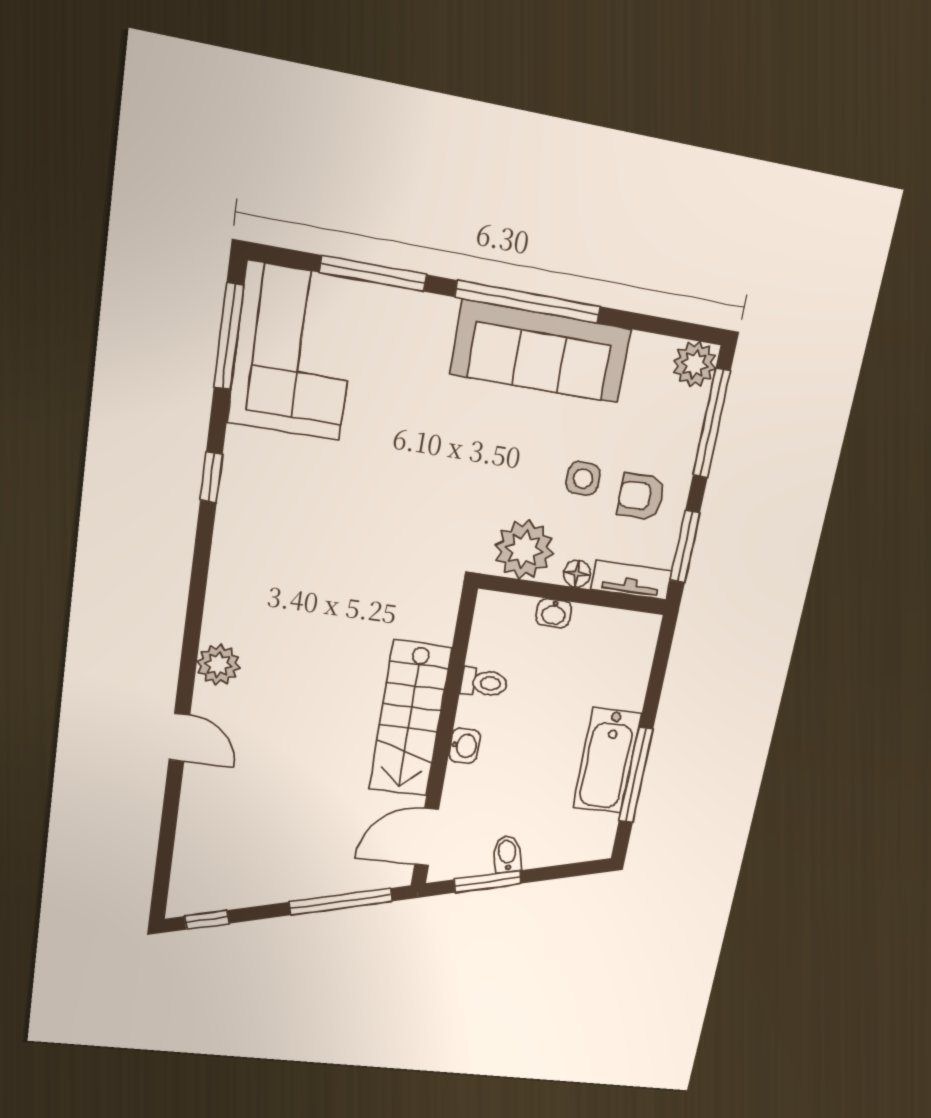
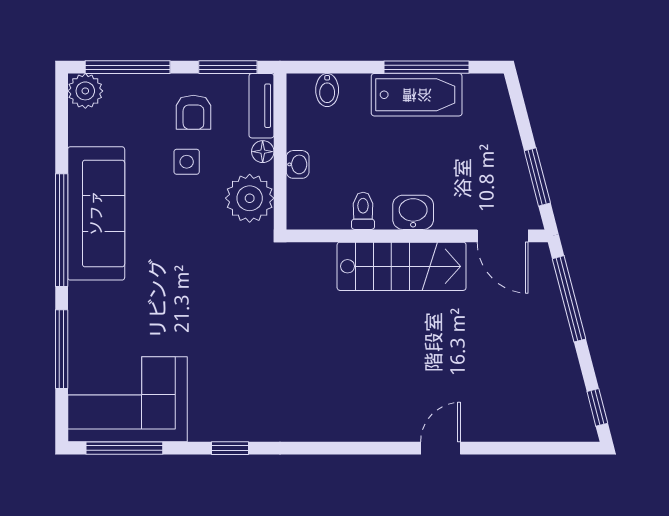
plant: (218, 665) -> (376, 425), removed
washbasin: (465, 746) -> (413, 212), width x1.38, depth x1.45
bidet: (507, 854) -> (327, 90), moved, turned -75

